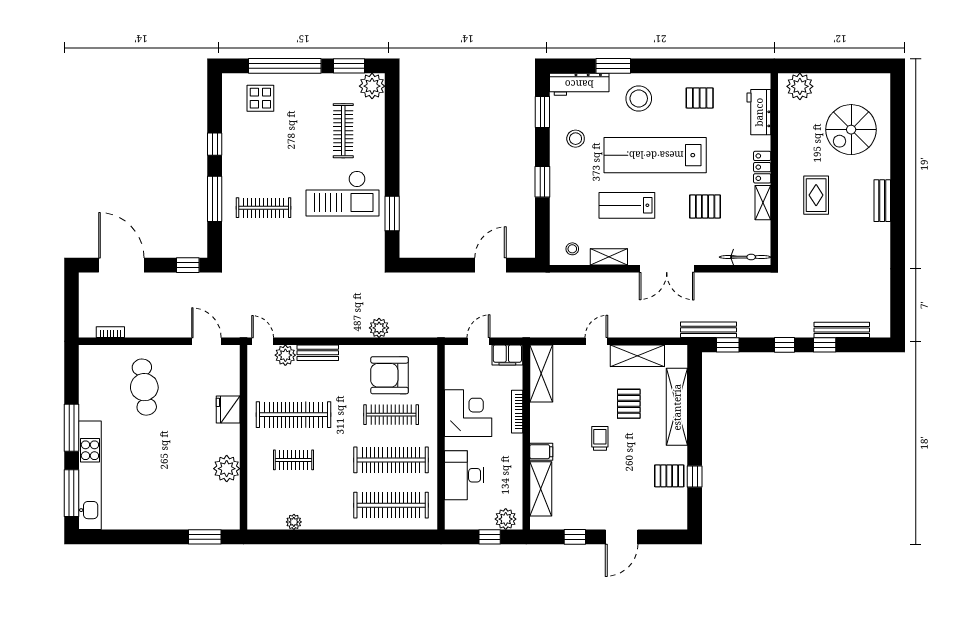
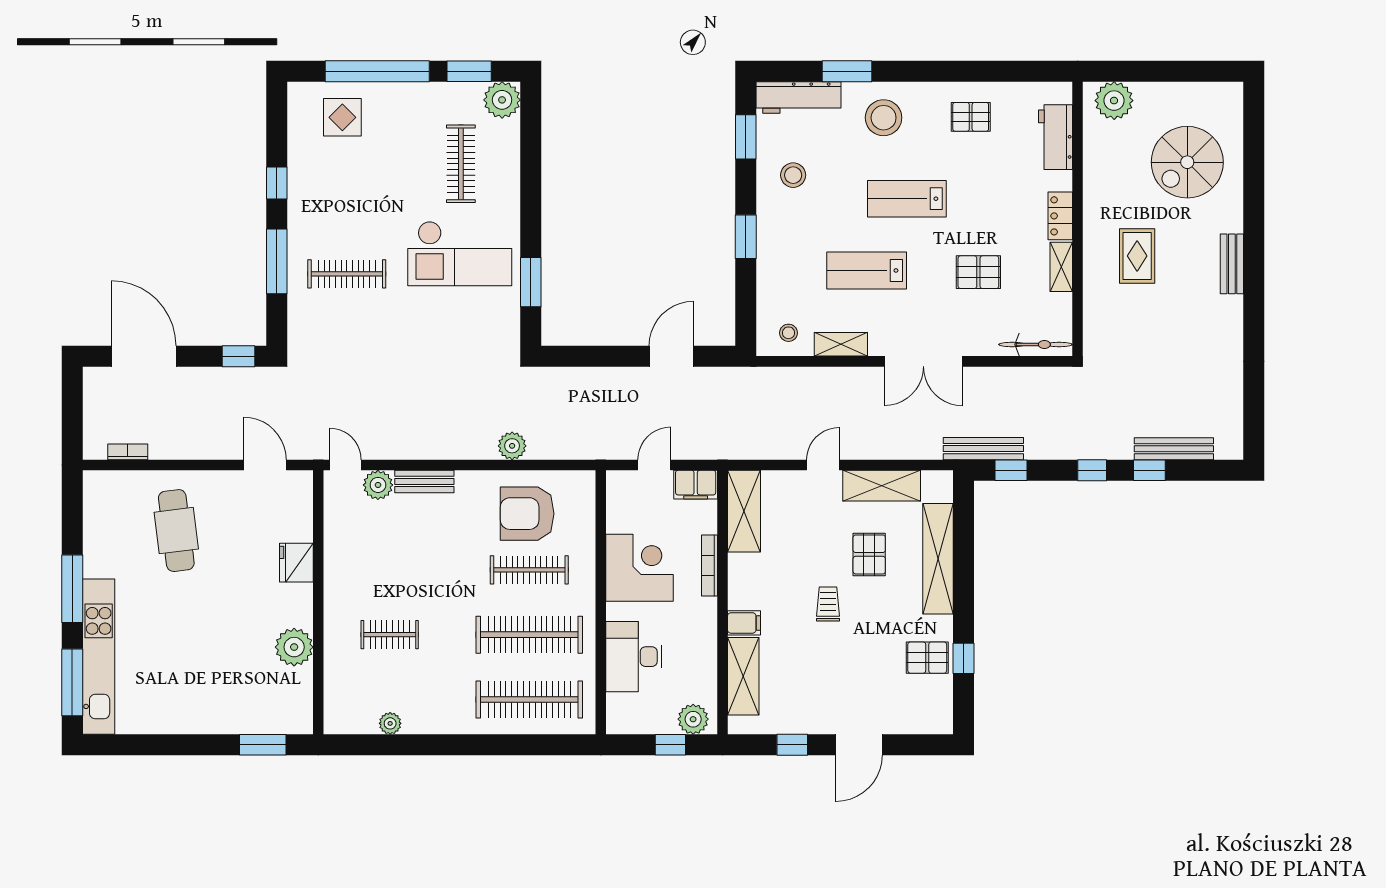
lab bench: (655, 155) -> (907, 199), width x0.54, depth x0.72
clothes rail: (294, 415) -> (390, 570), removed

